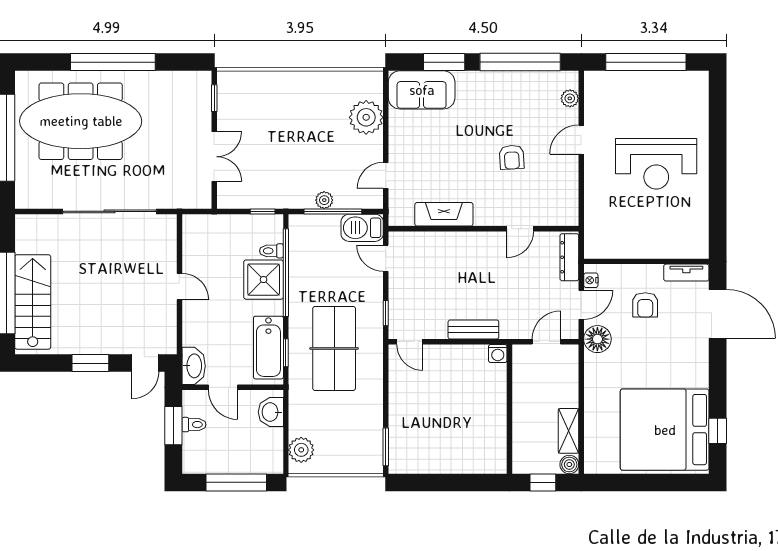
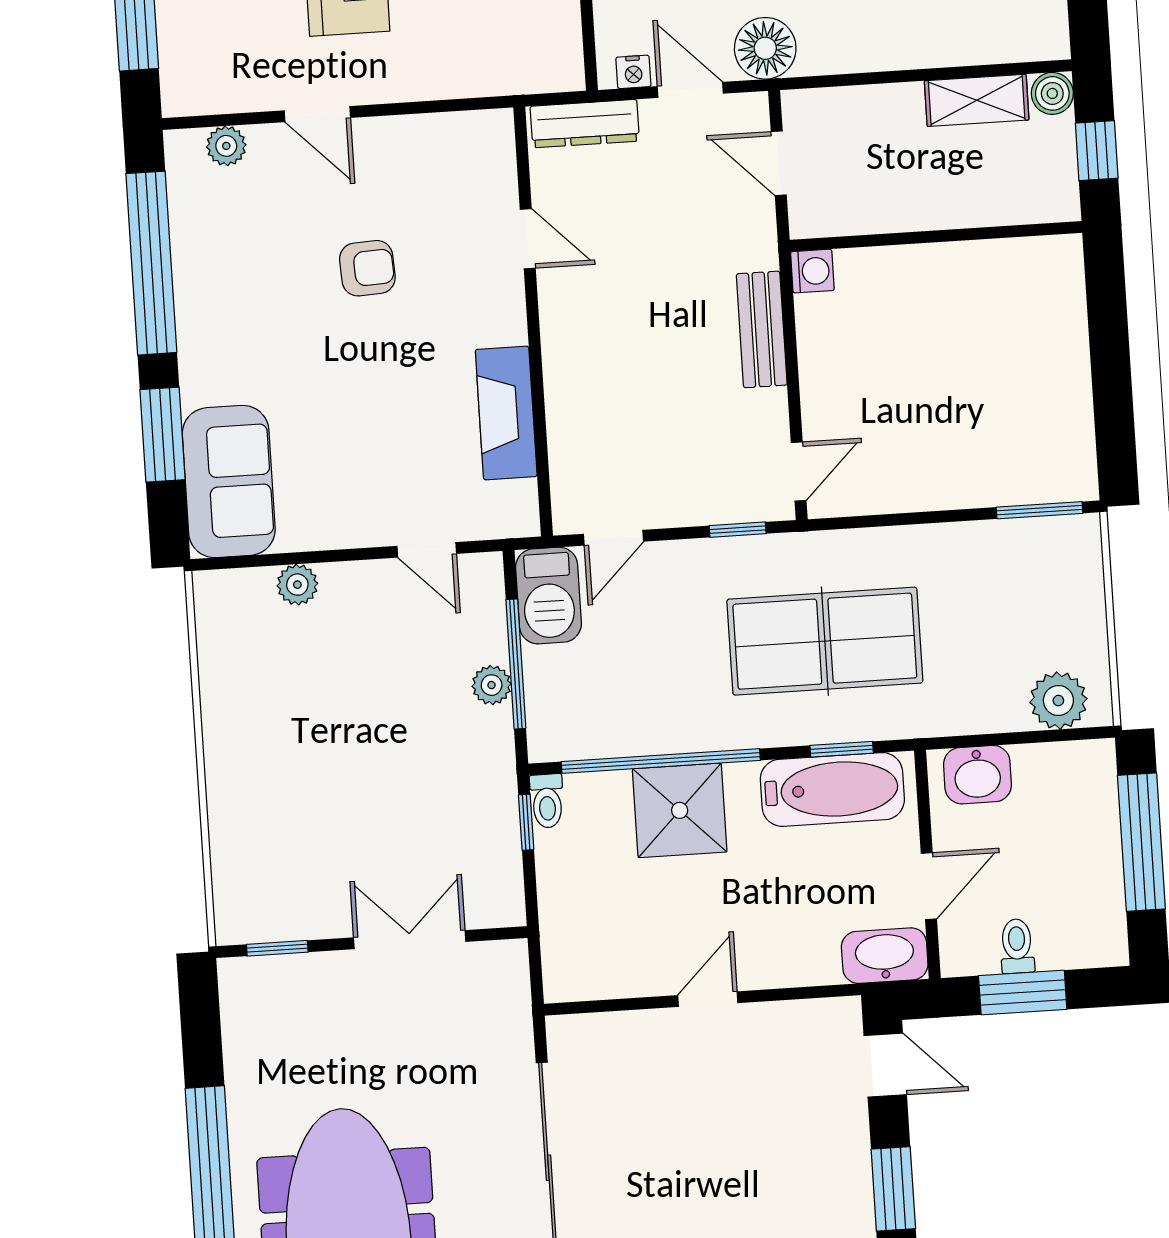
plant: (366, 117) -> (297, 585), width x0.53, depth x0.53
toilet: (271, 251) -> (547, 801), moved

